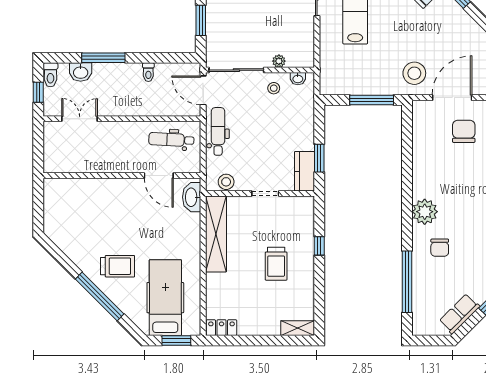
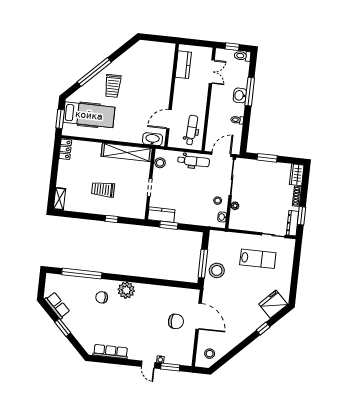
washbasin: (81, 72) -> (240, 95), moved
stool: (414, 73) -> (217, 270), moved
kitchen counter: (74, 163) -> (183, 65), added

